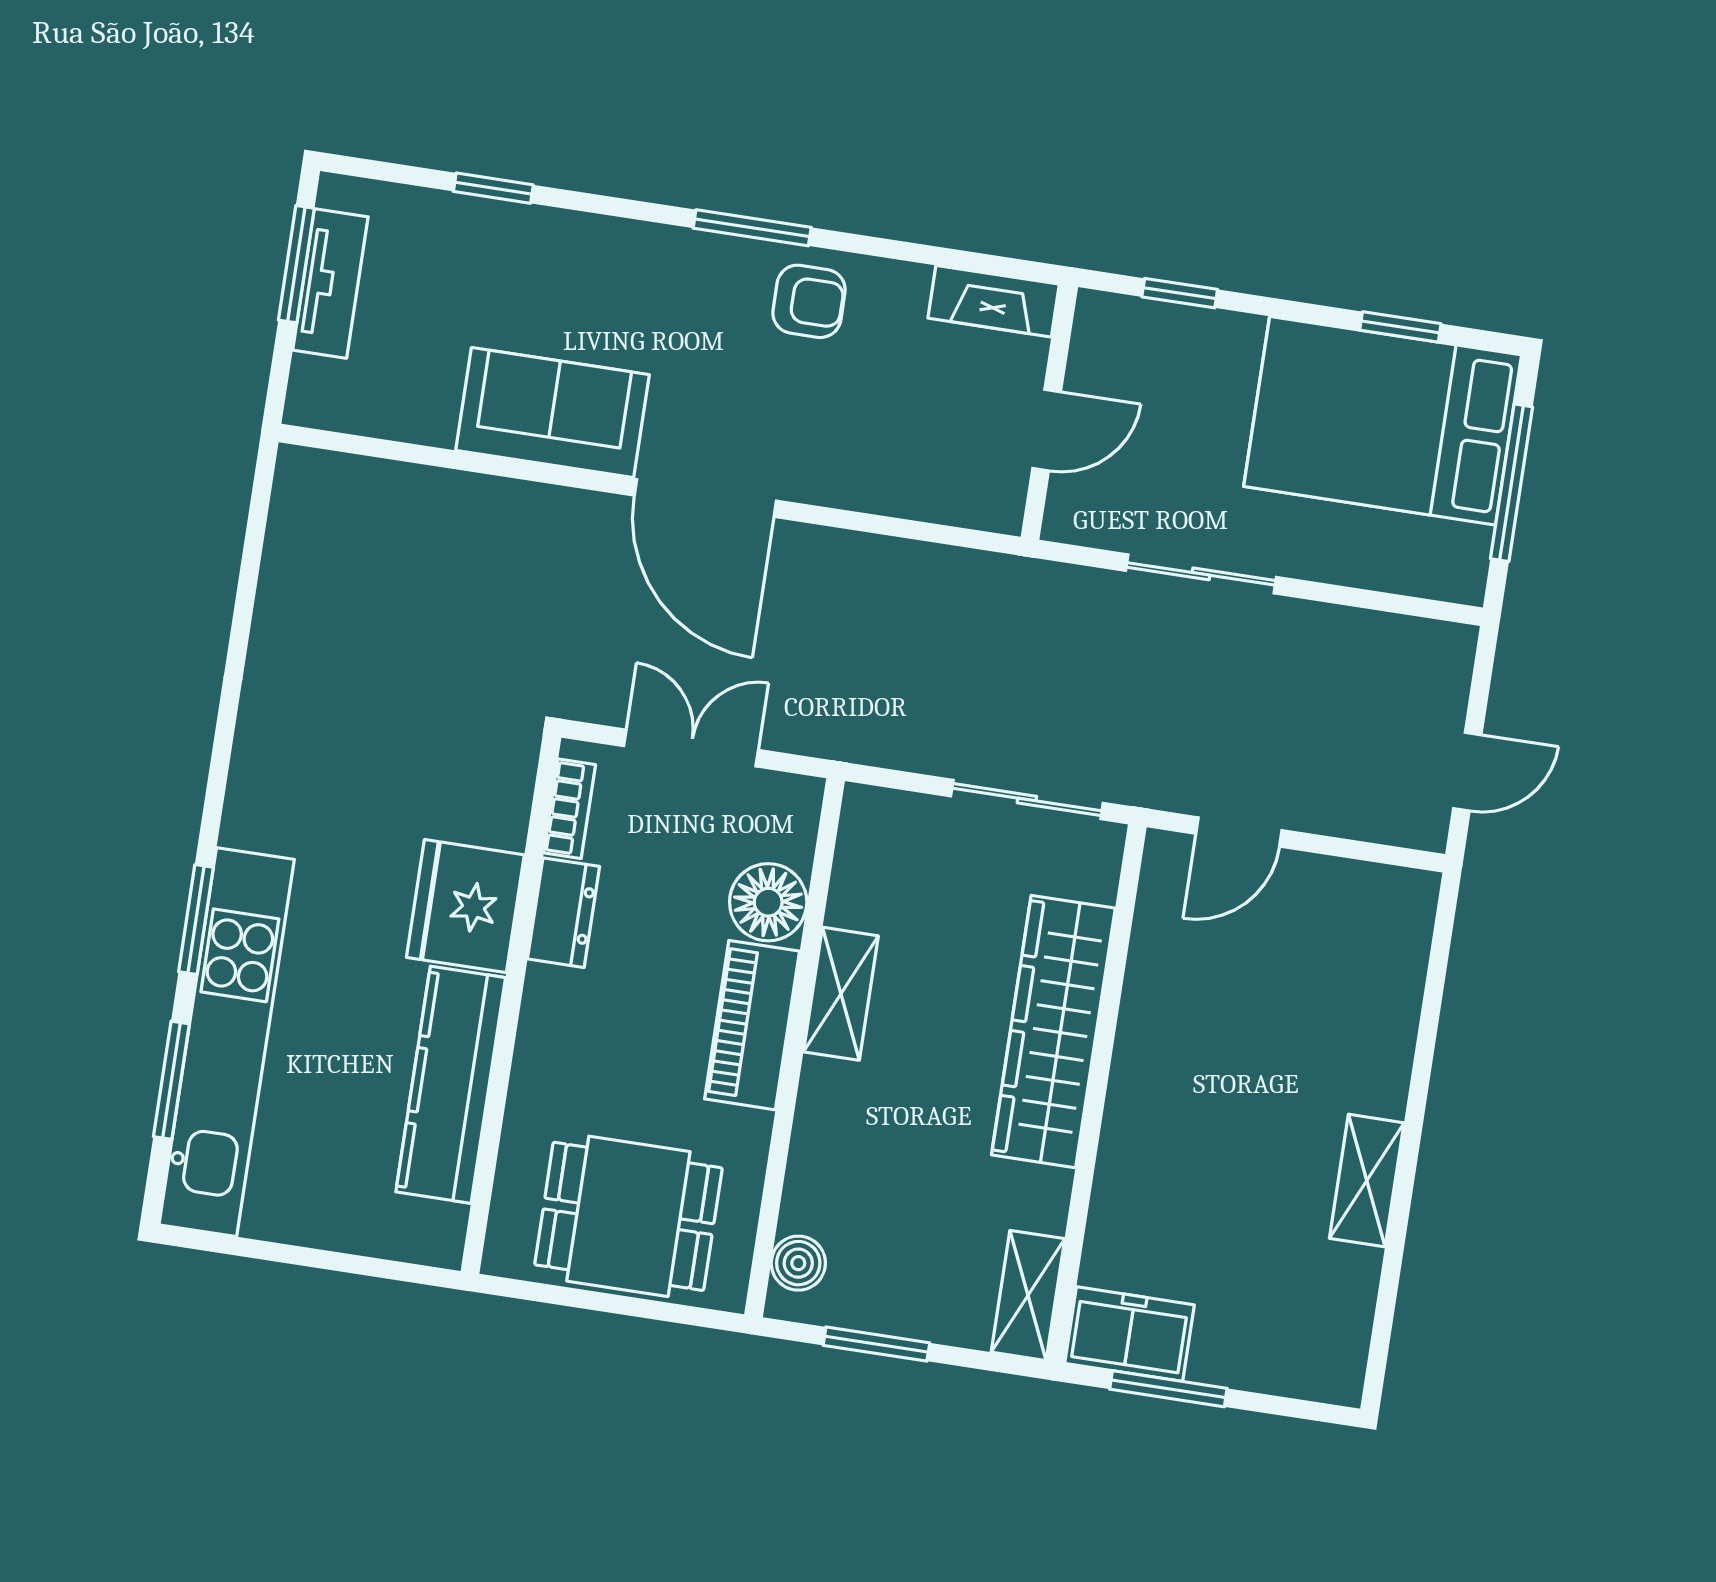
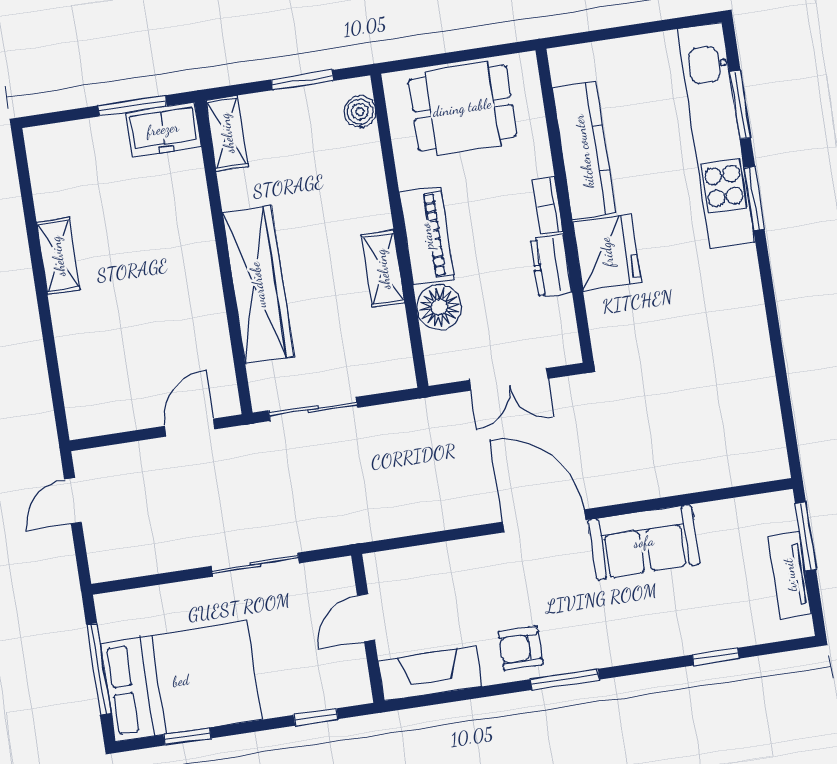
window: (296, 264) -> (805, 536), moved
fireplace: (994, 301) -> (430, 673), width x1.37, depth x1.32
bookcase: (570, 809) -> (548, 205), moved

